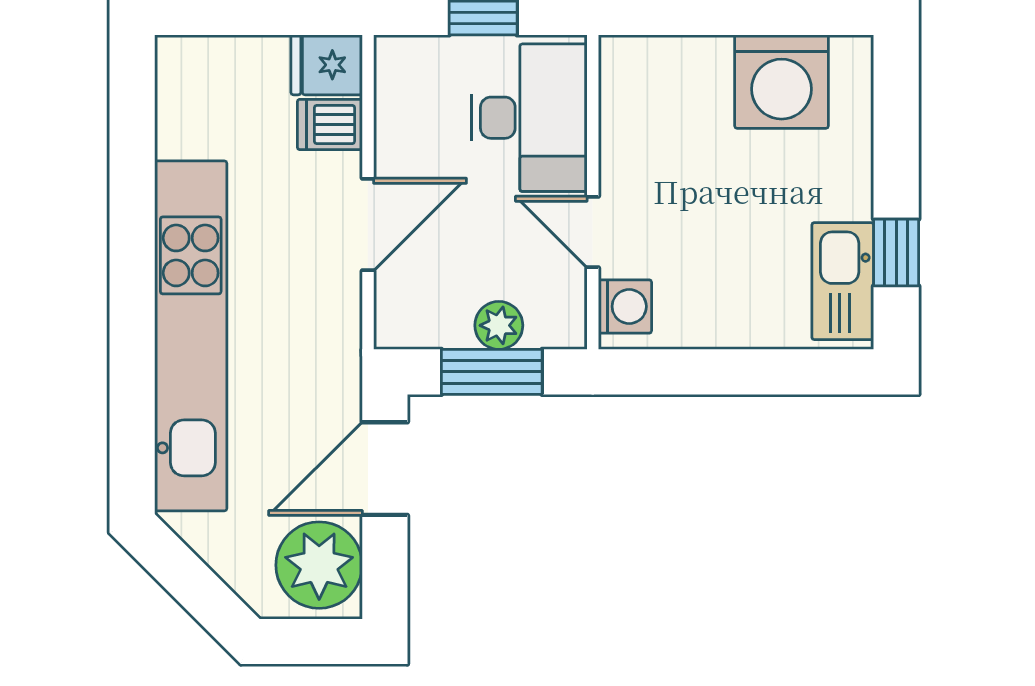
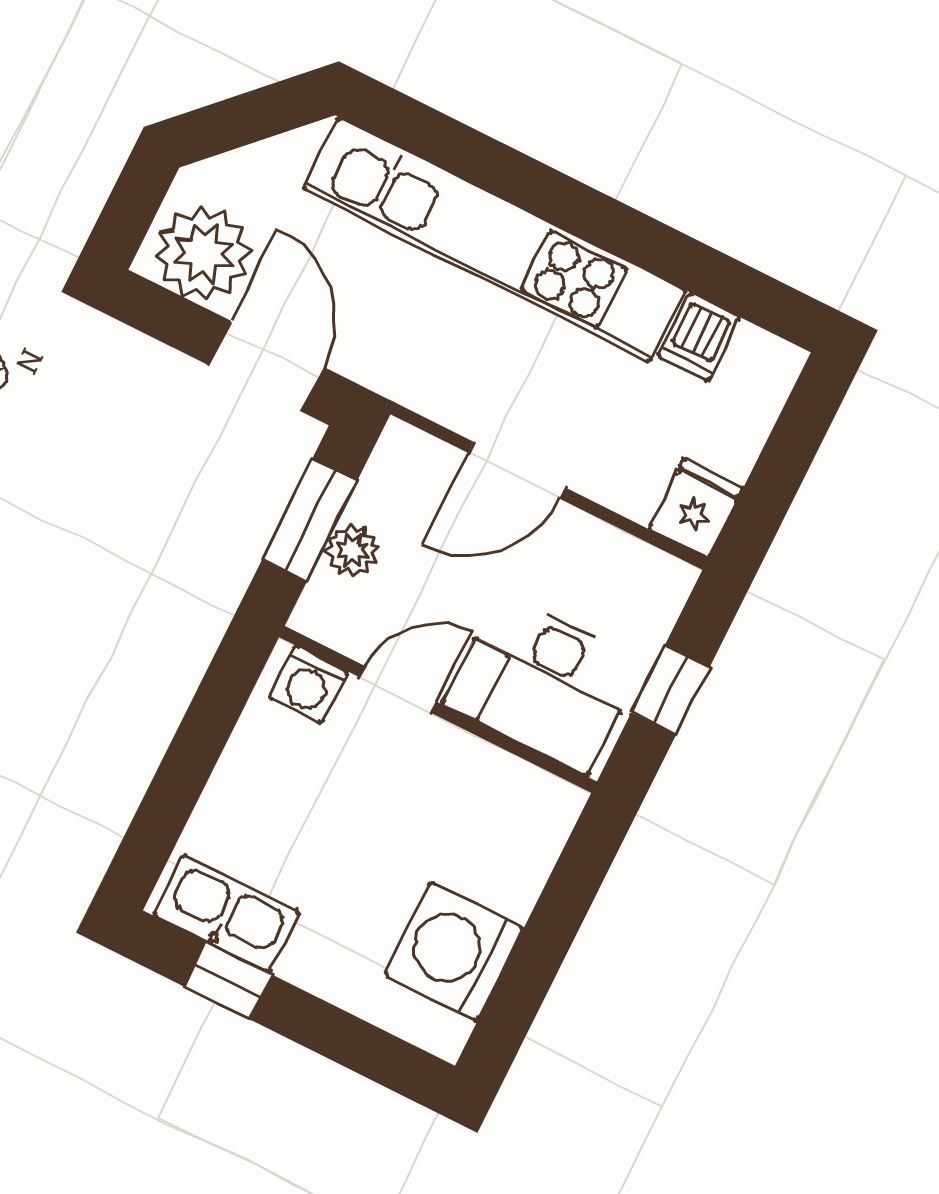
dishwasher: (330, 124) -> (699, 337), moved, turned 180
door: (368, 225) -> (517, 470), hinge flipped

